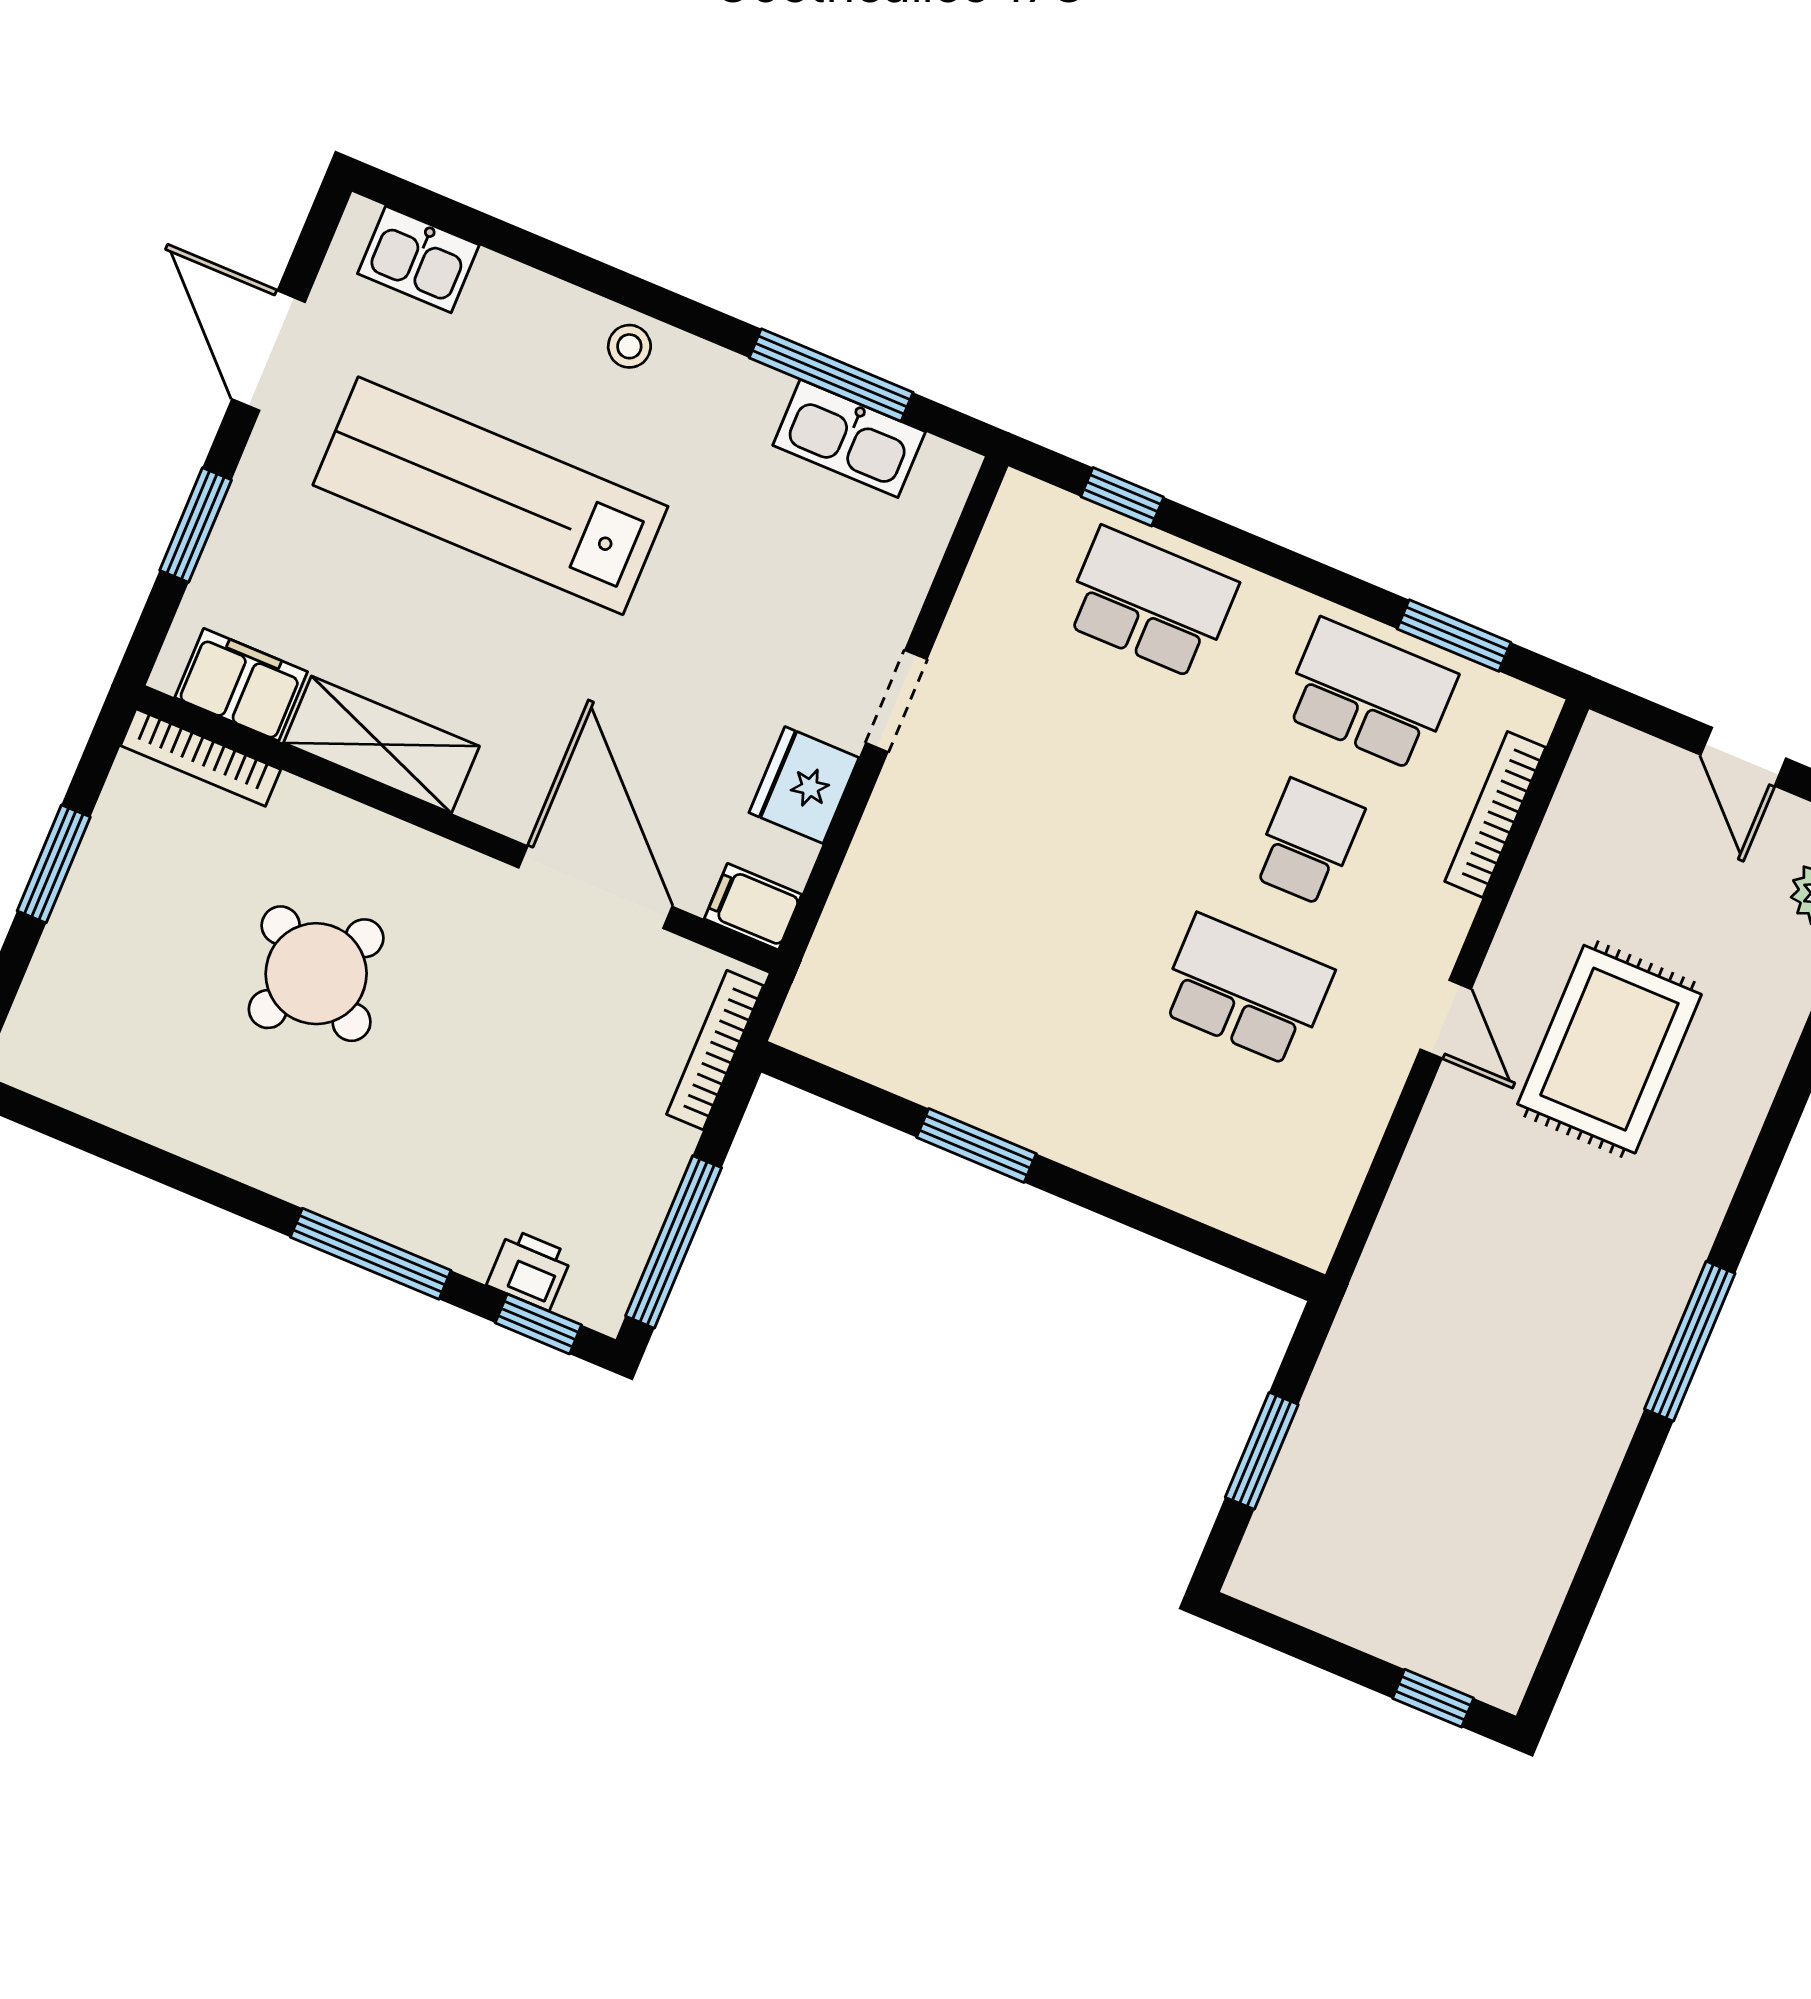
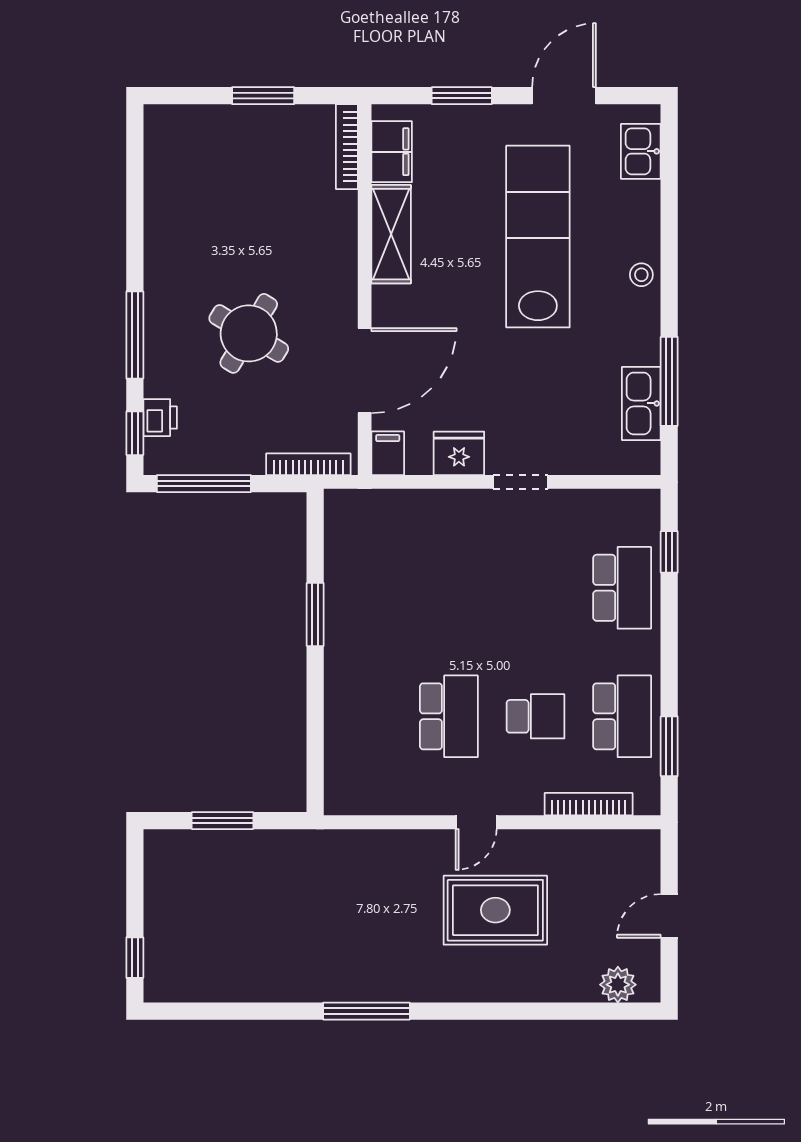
round table: (316, 974) -> (249, 333), moved

